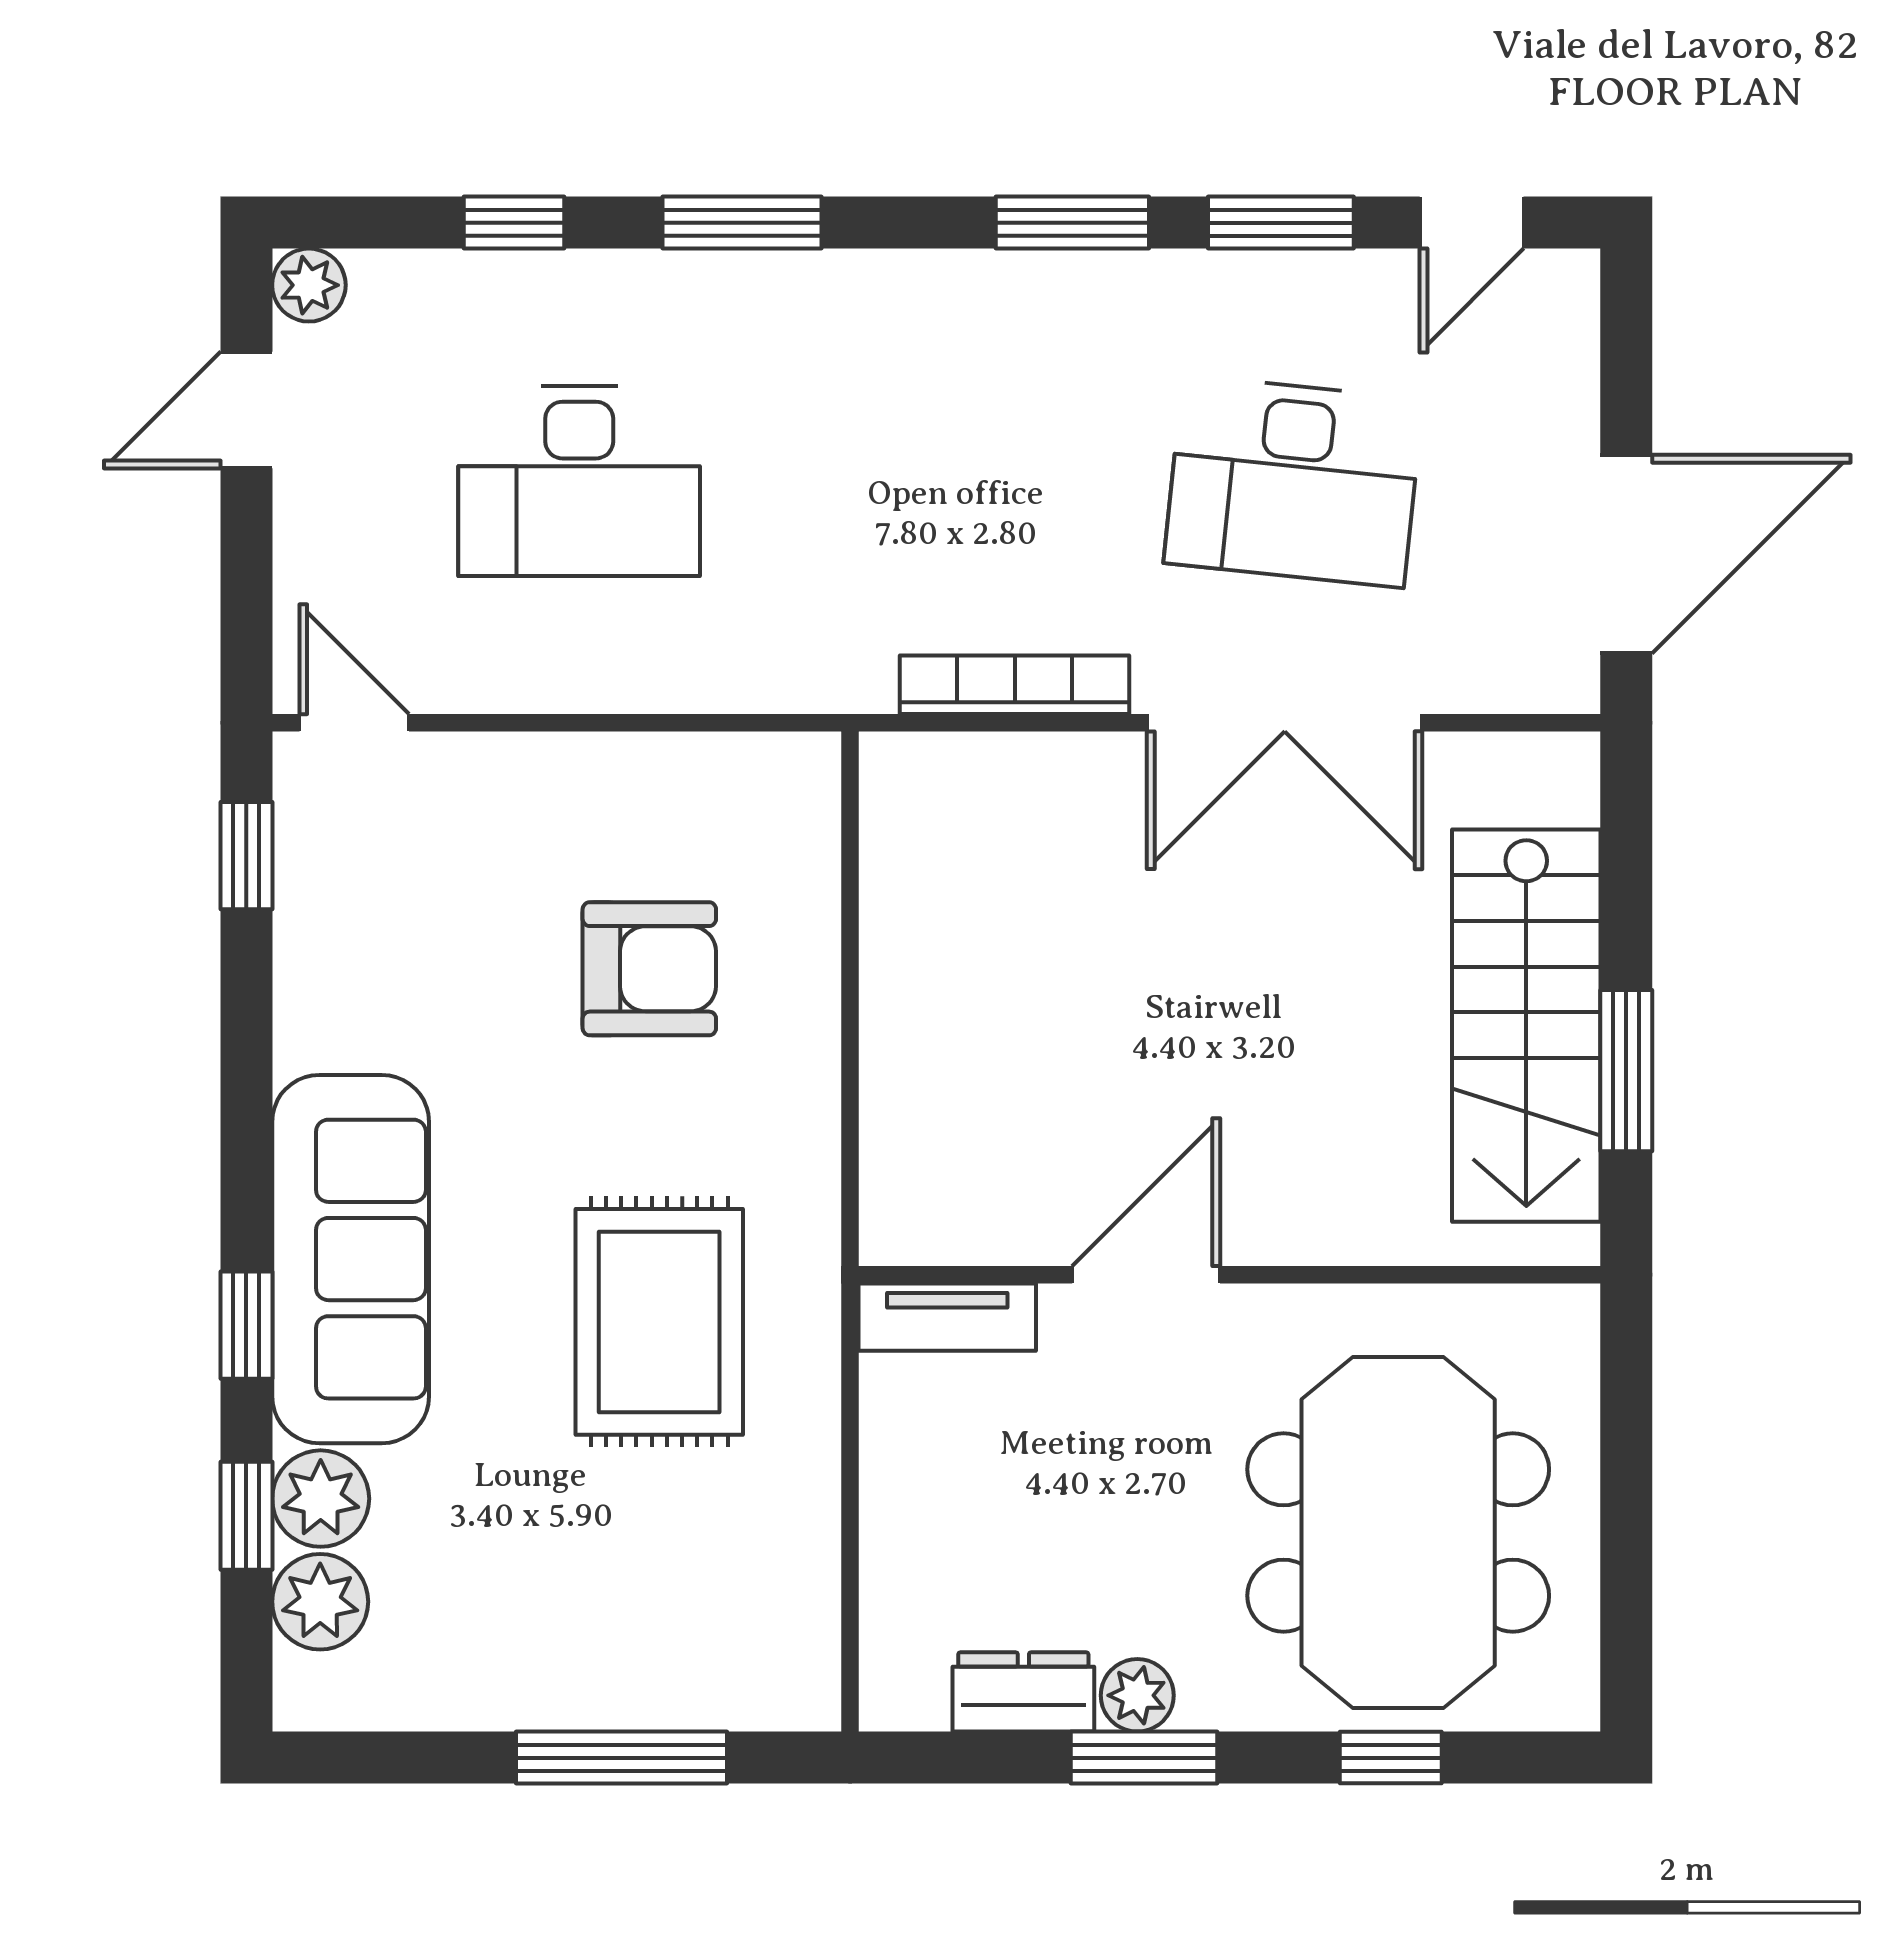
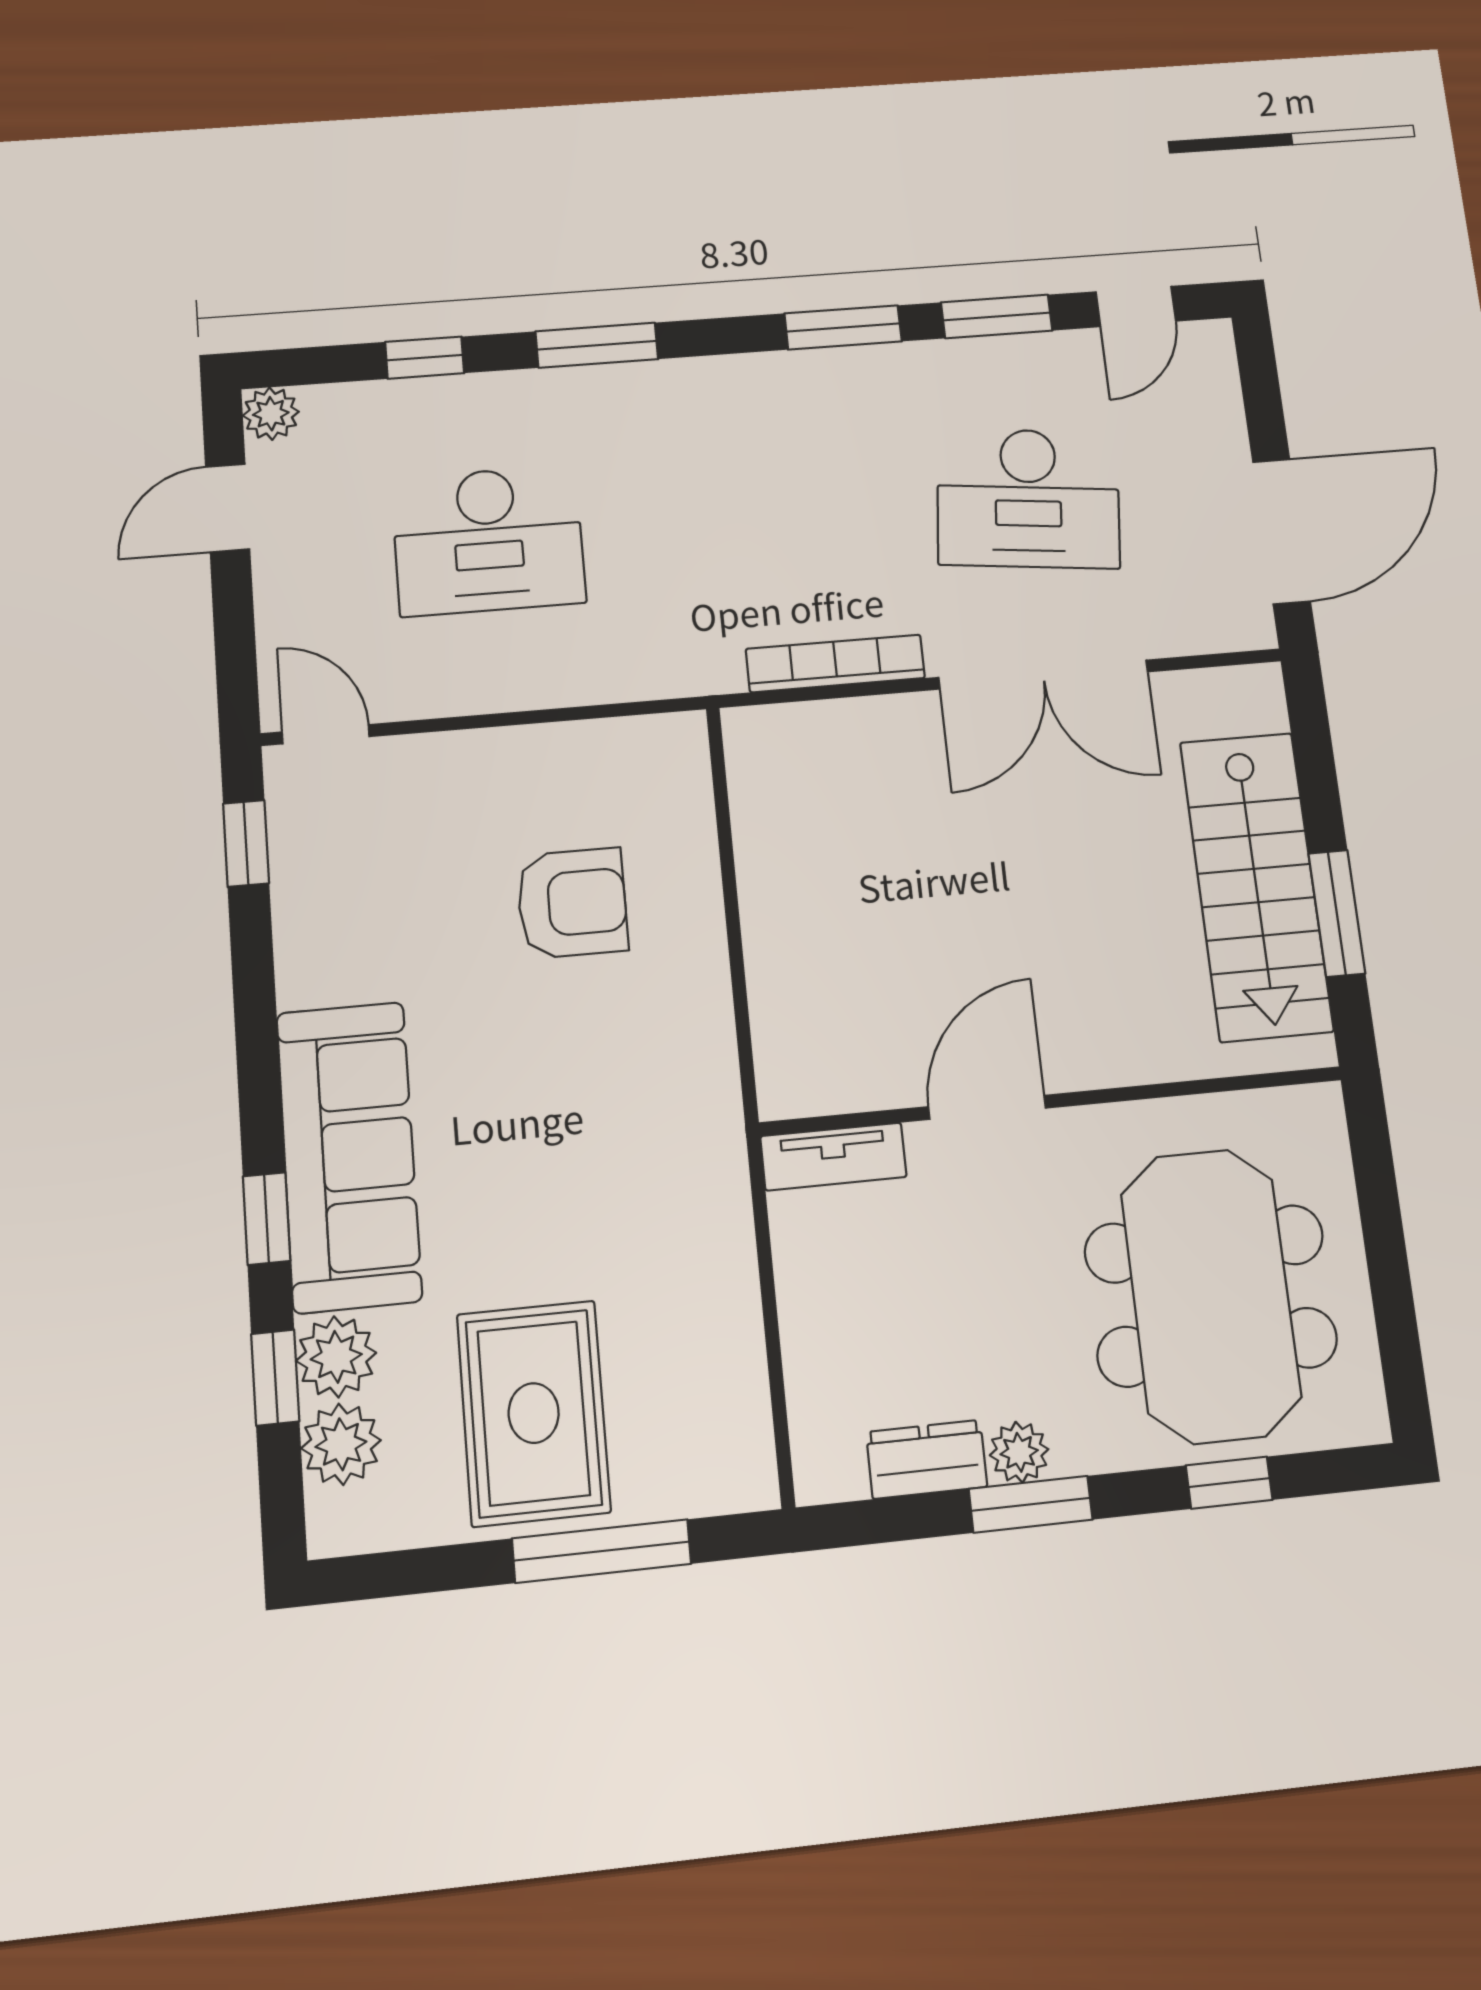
rug: (659, 1322) -> (534, 1413), moved

